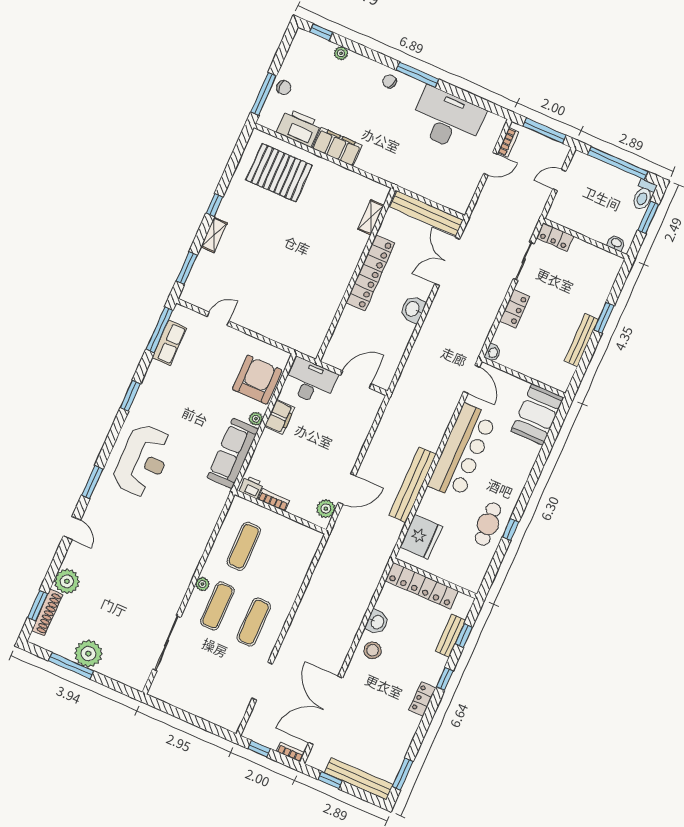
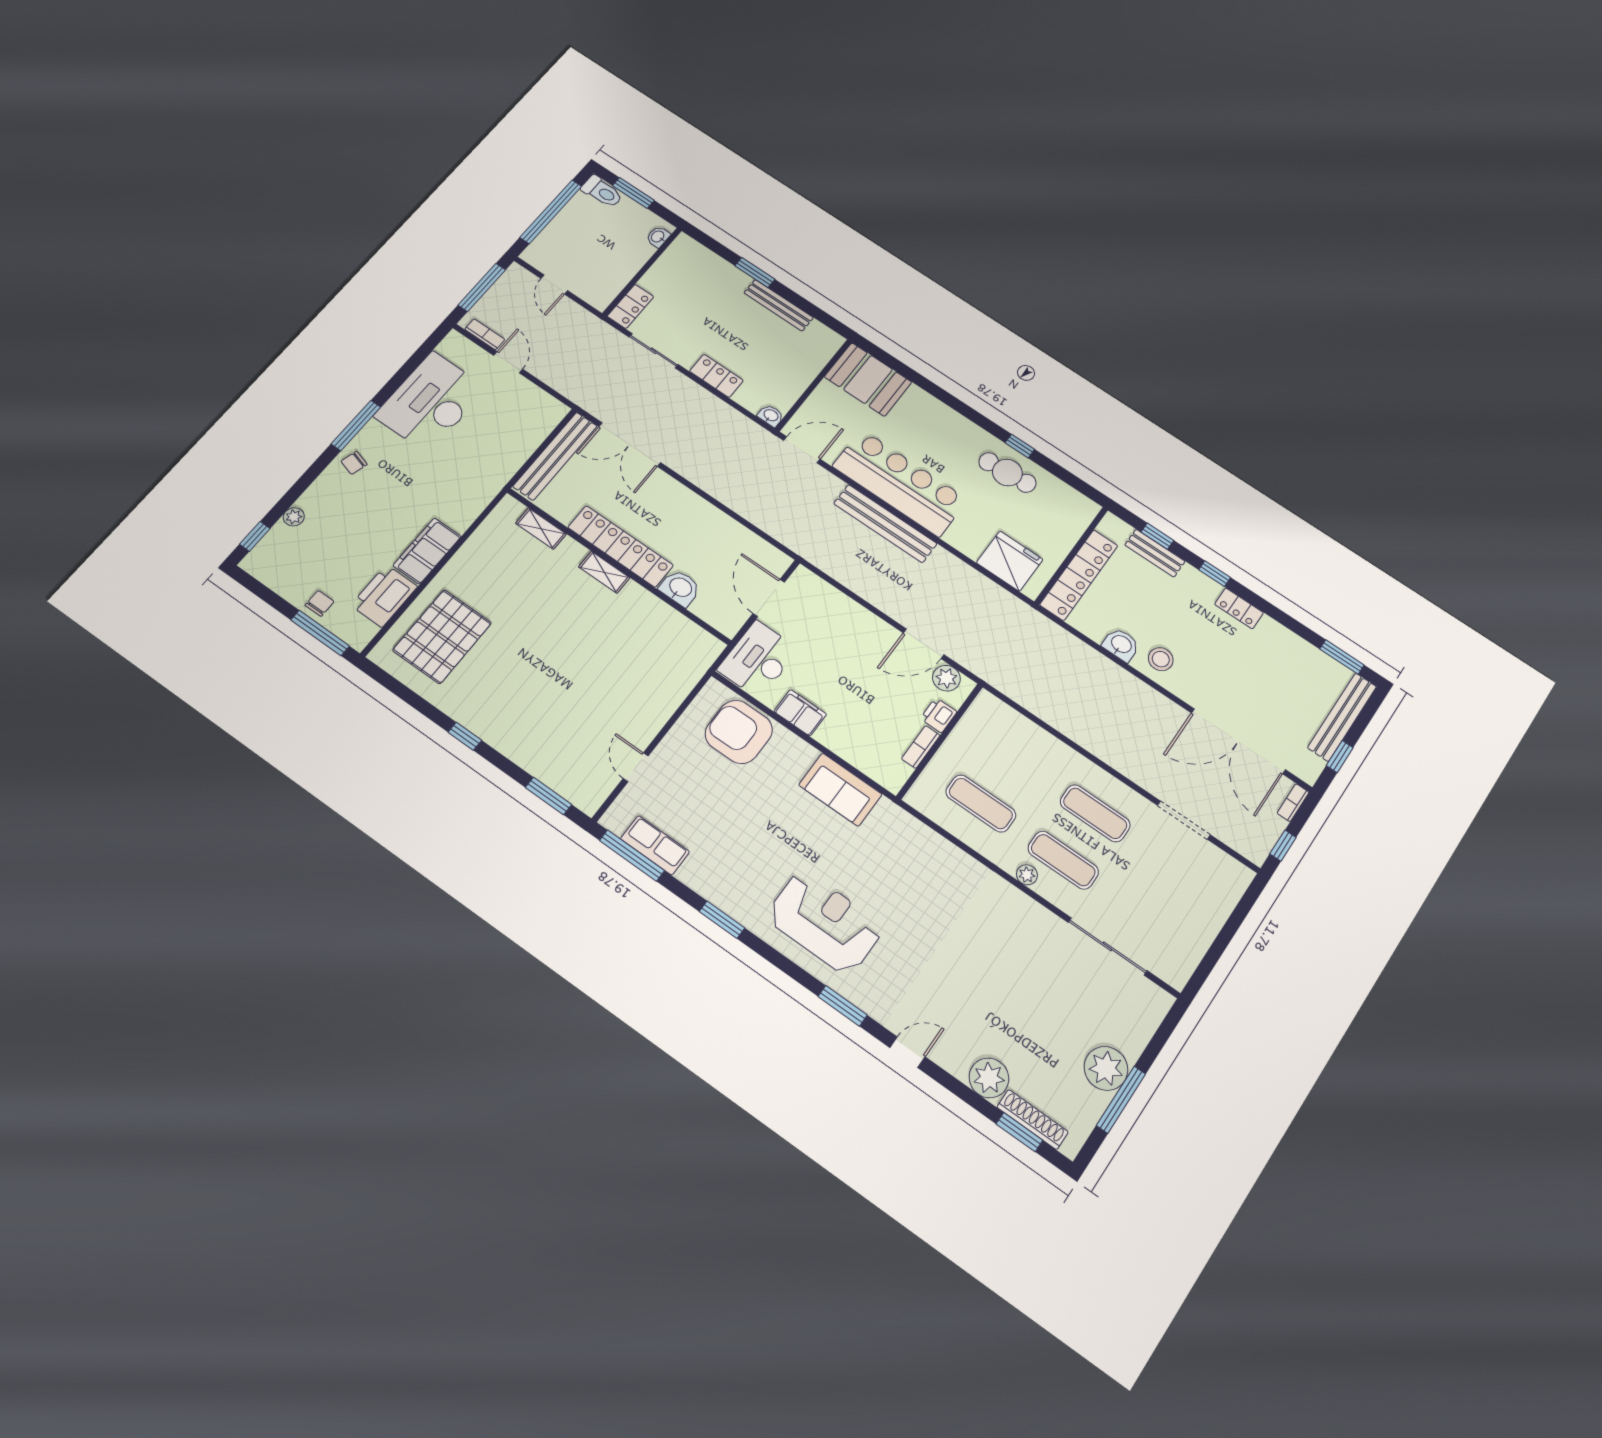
shelving: (214, 235) -> (604, 572), moved
washbasin: (413, 309) -> (680, 588), moved, turned 180
plant: (256, 419) -> (796, 746), removed
sofa: (233, 453) -> (840, 790), width x0.73
bench: (412, 485) -> (885, 524), moved
printer: (251, 487) -> (939, 715), moved
door: (347, 489) -> (924, 644), swing flipped

